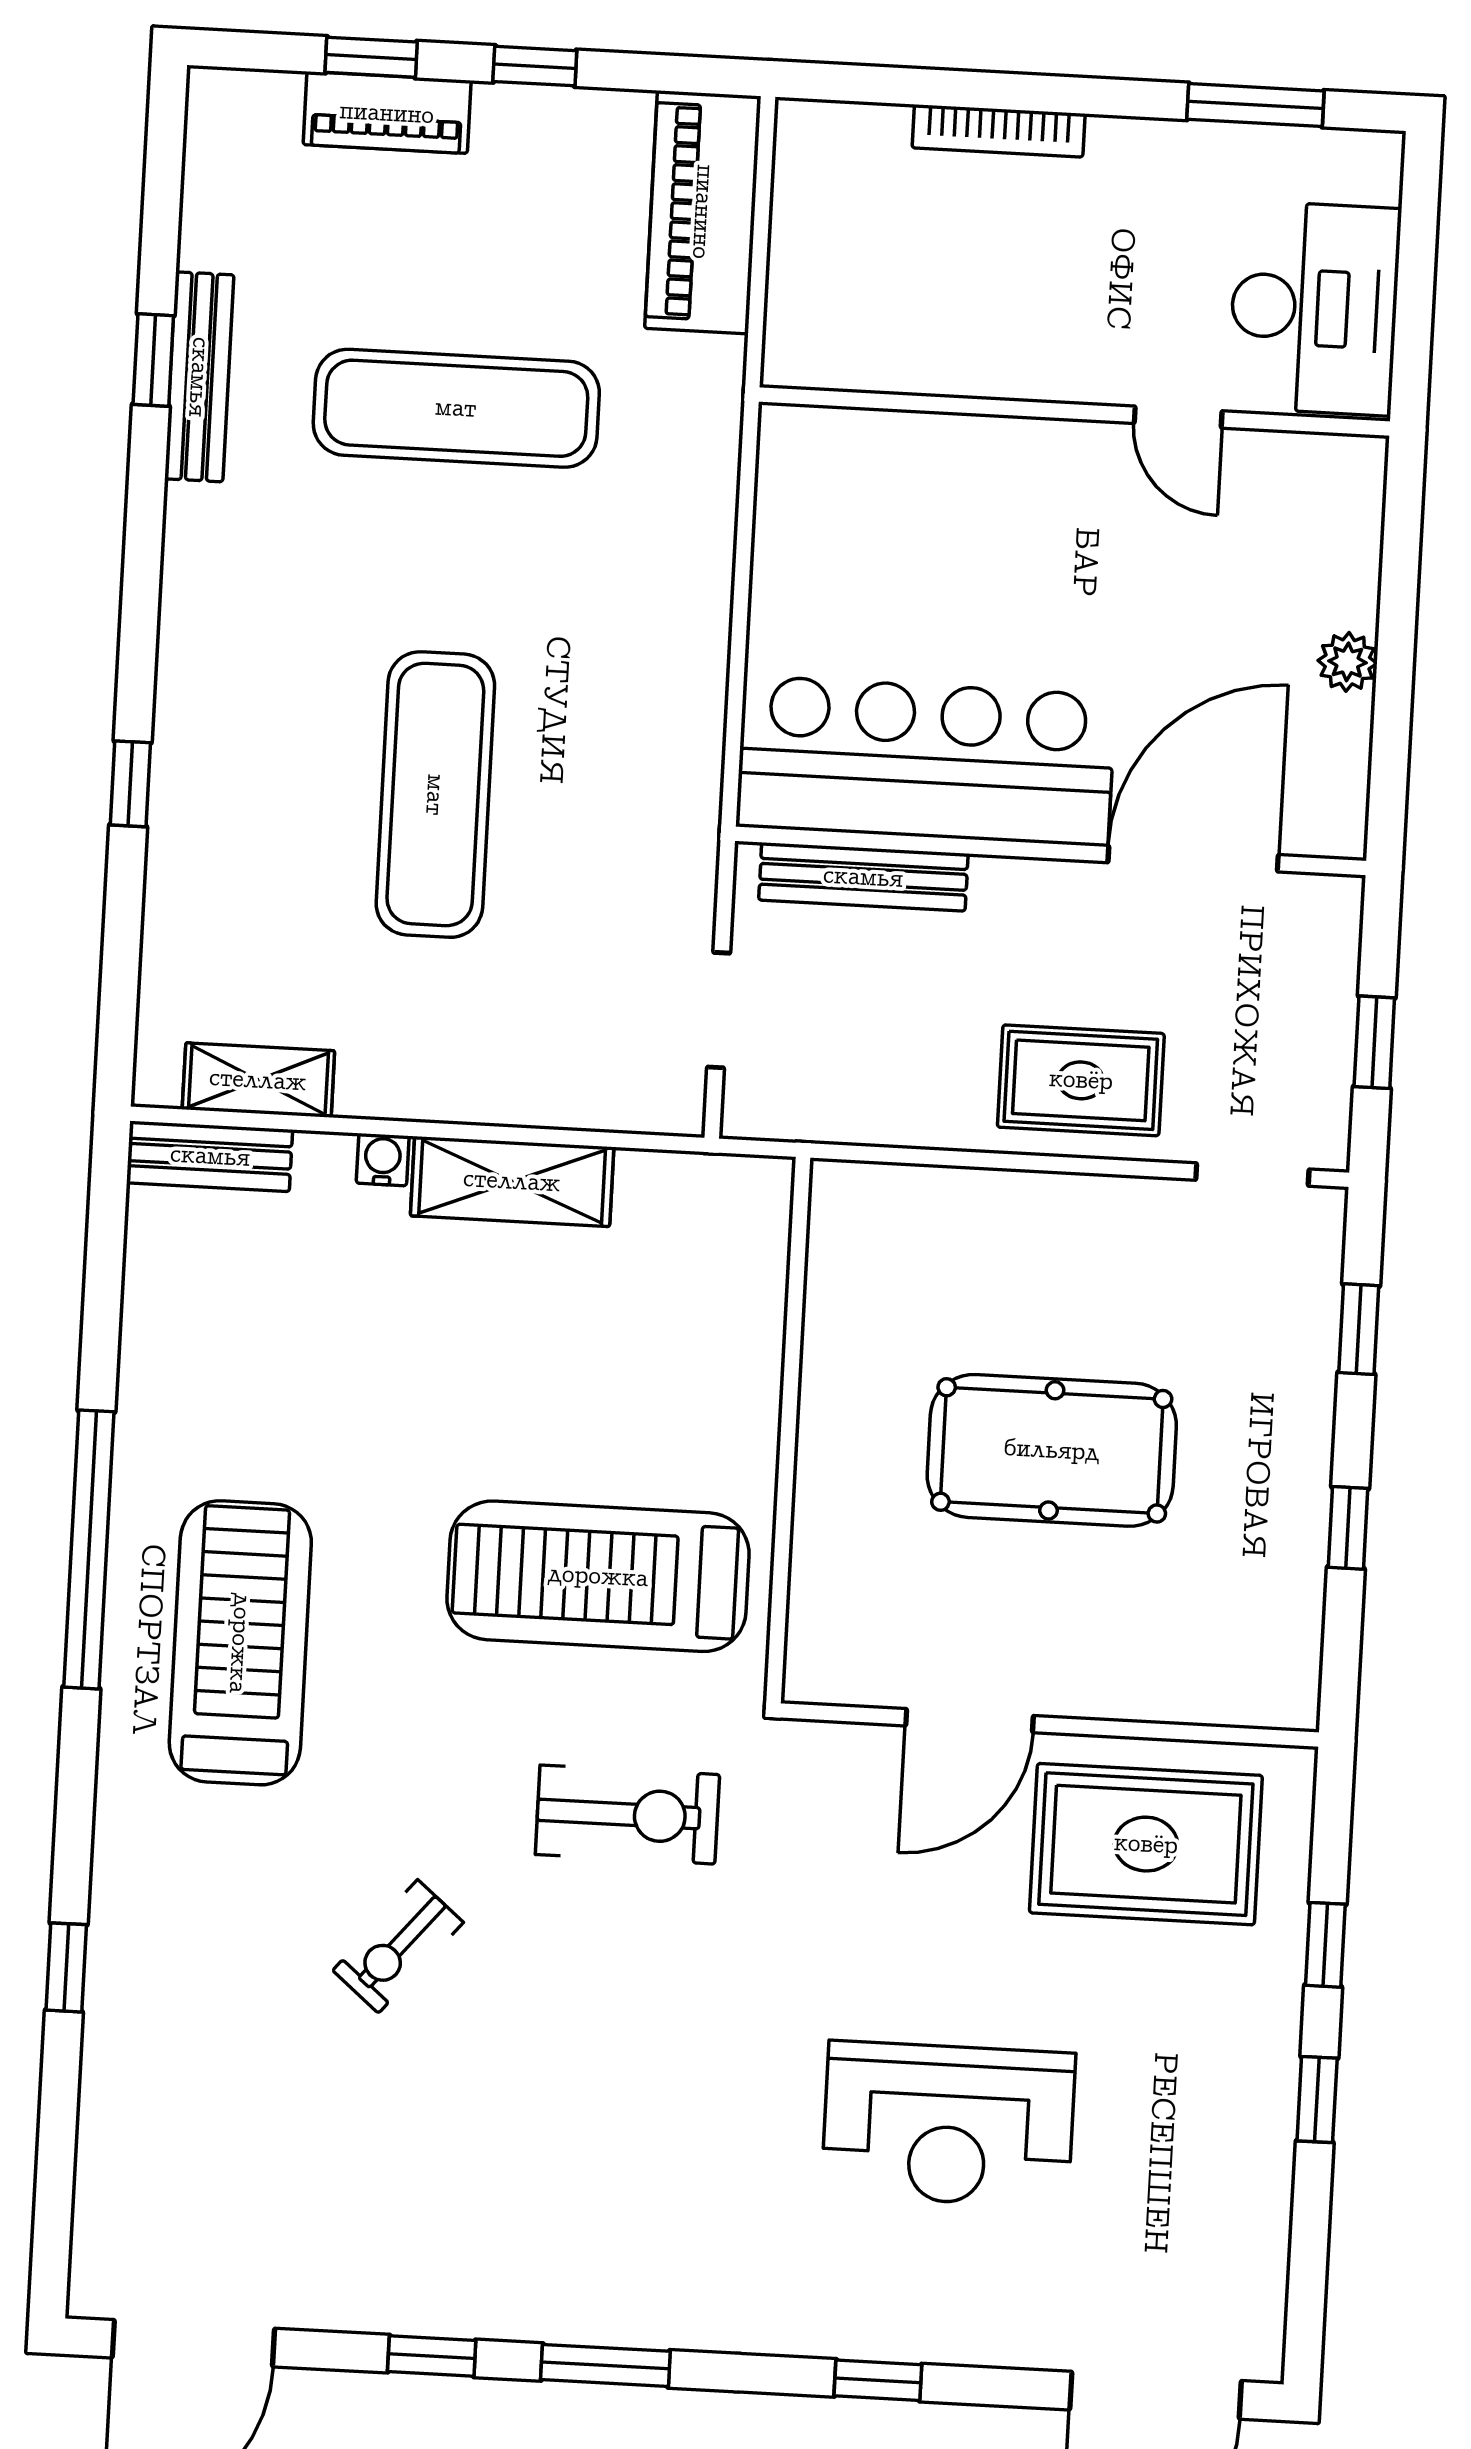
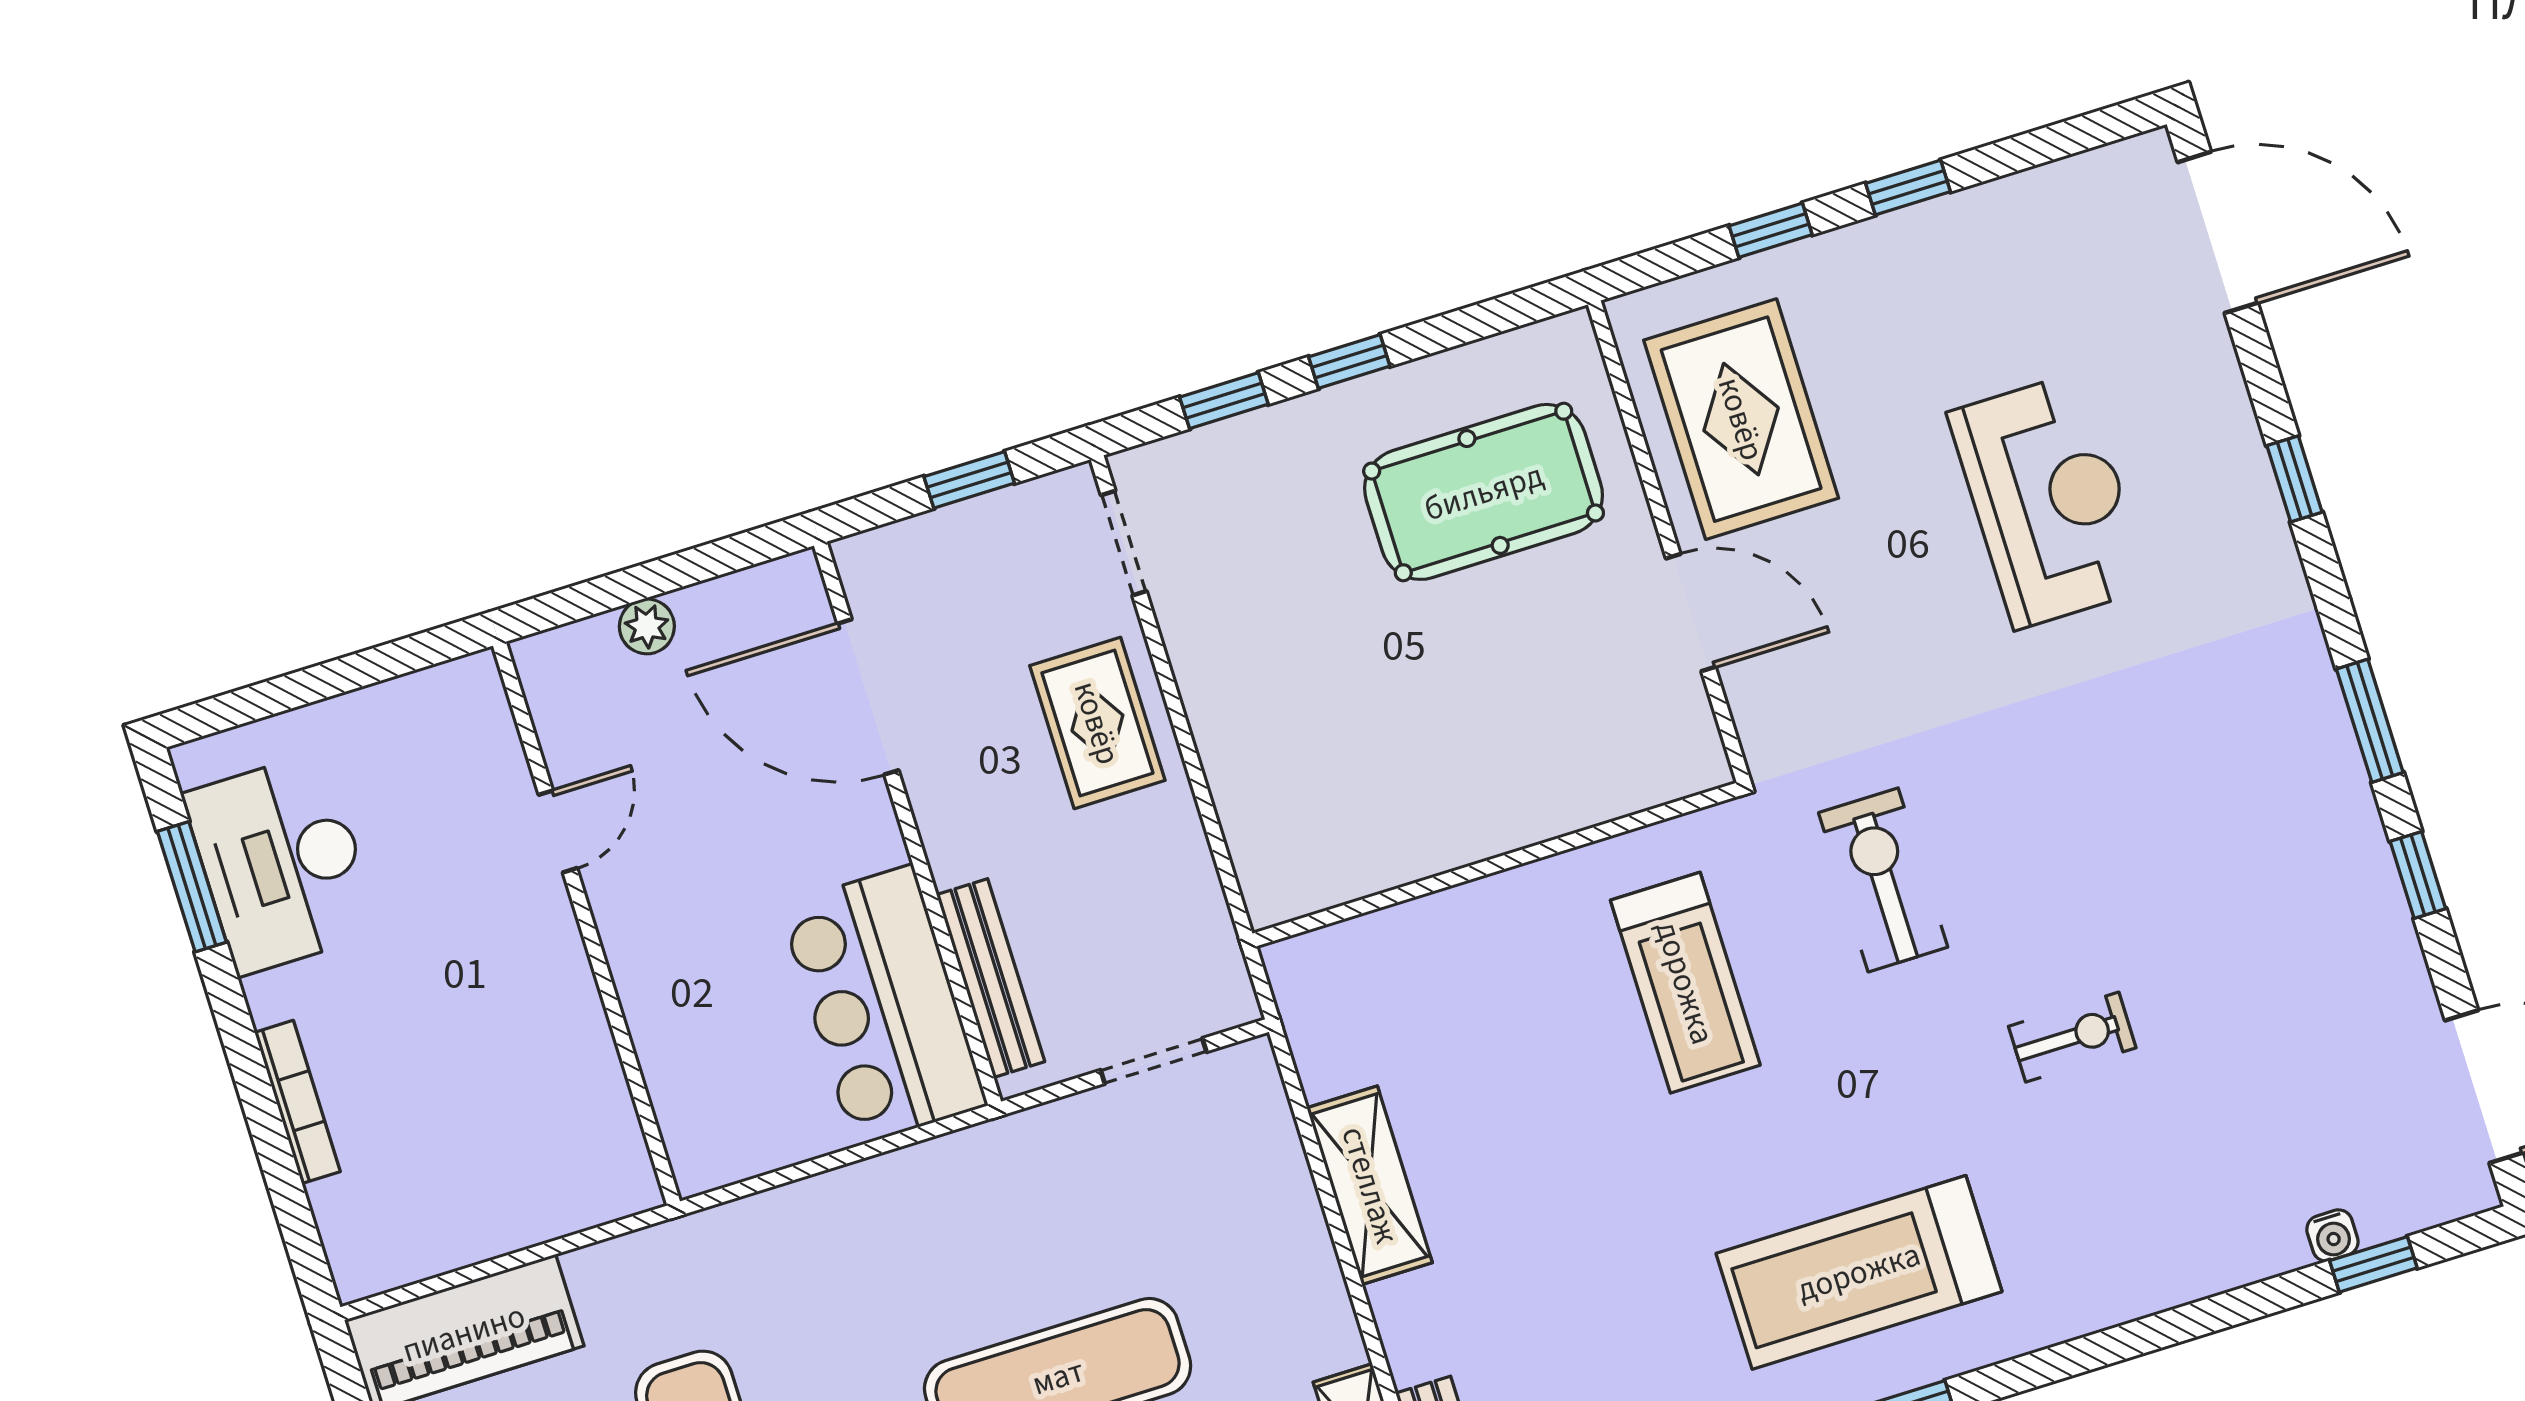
desk: (1314, 308) -> (281, 863), moved, turned -90
wall: (1074, 412) -> (587, 924), moved
door: (1178, 417) -> (558, 831), moved
bar counter: (926, 761) -> (883, 1005), width x0.73
water cooler: (383, 1160) -> (2332, 1235), moved, turned -90
pool table: (1052, 1450) -> (1484, 492), moved, turned 90
window: (1348, 1528) -> (1349, 362), moved
treadmill: (598, 1576) -> (1685, 983), width x0.73, depth x0.73
exercise bike: (398, 1946) -> (2072, 1037), turned -40
window: (66, 1967) -> (2373, 1264), moved

